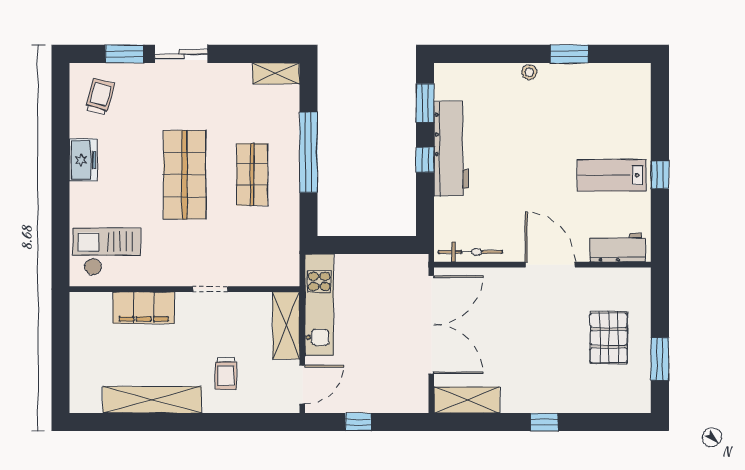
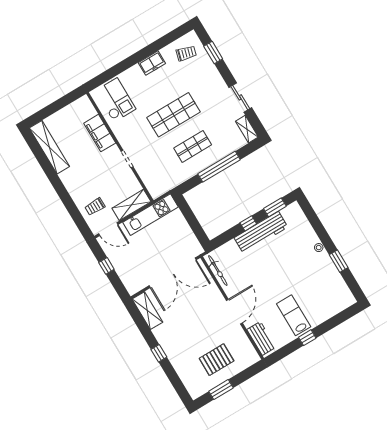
sliding door: (181, 54) -> (240, 97), moved
trolley: (226, 373) -> (95, 207), moved
shelving: (152, 400) -> (49, 147), moved

